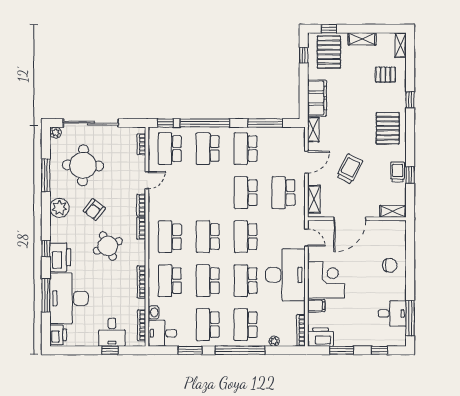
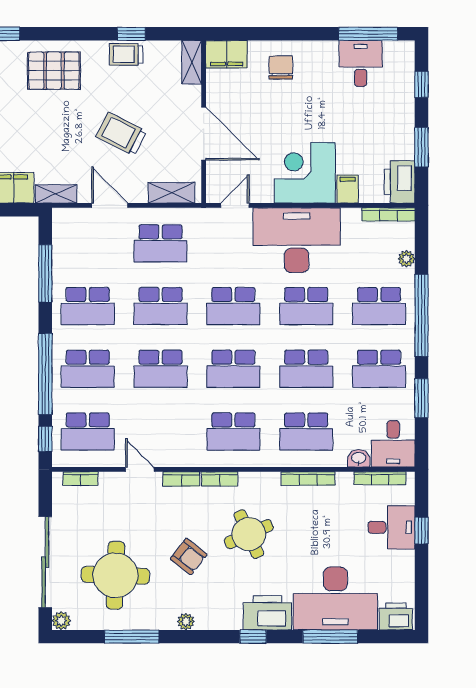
school desk: (208, 193) -> (161, 369), added
plant: (60, 208) -> (186, 622), width x0.53, depth x0.53
filing cabinet: (398, 233) -> (227, 54), added

